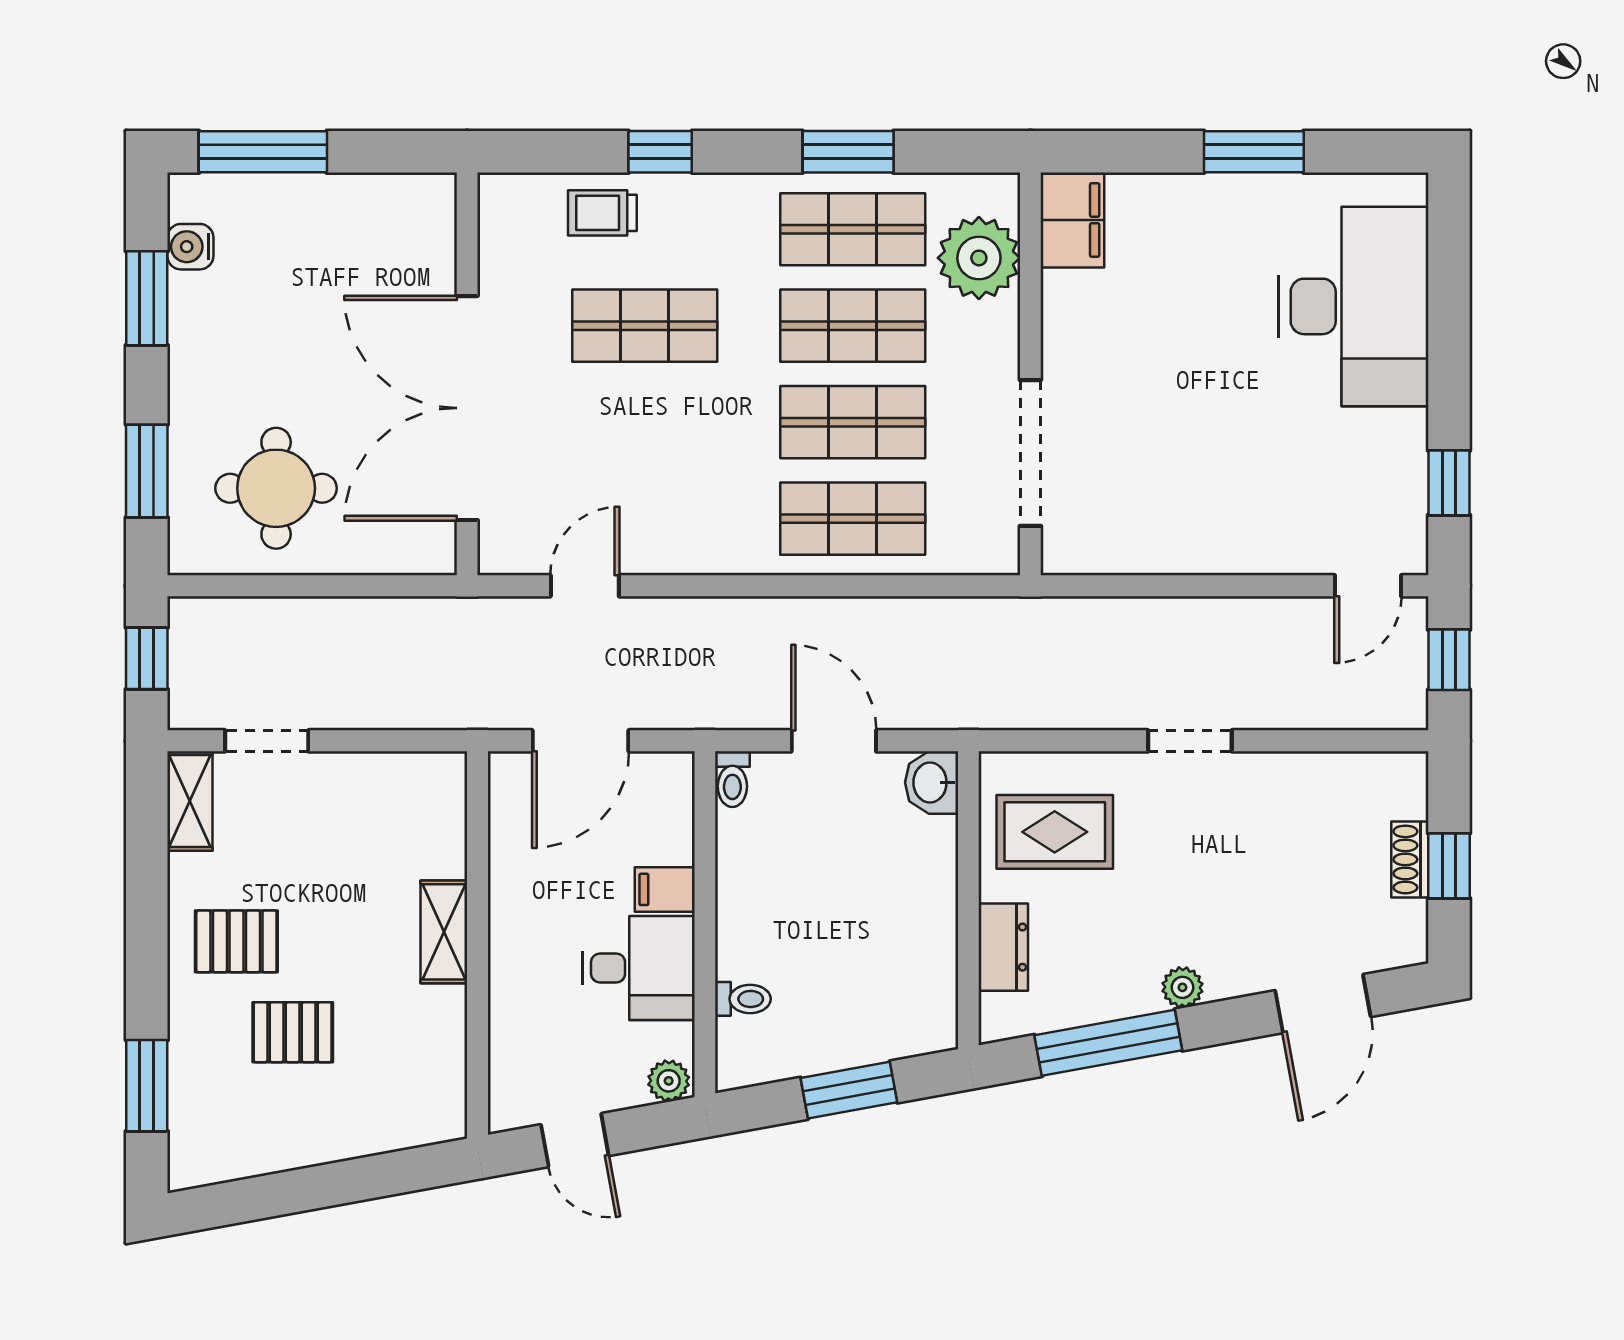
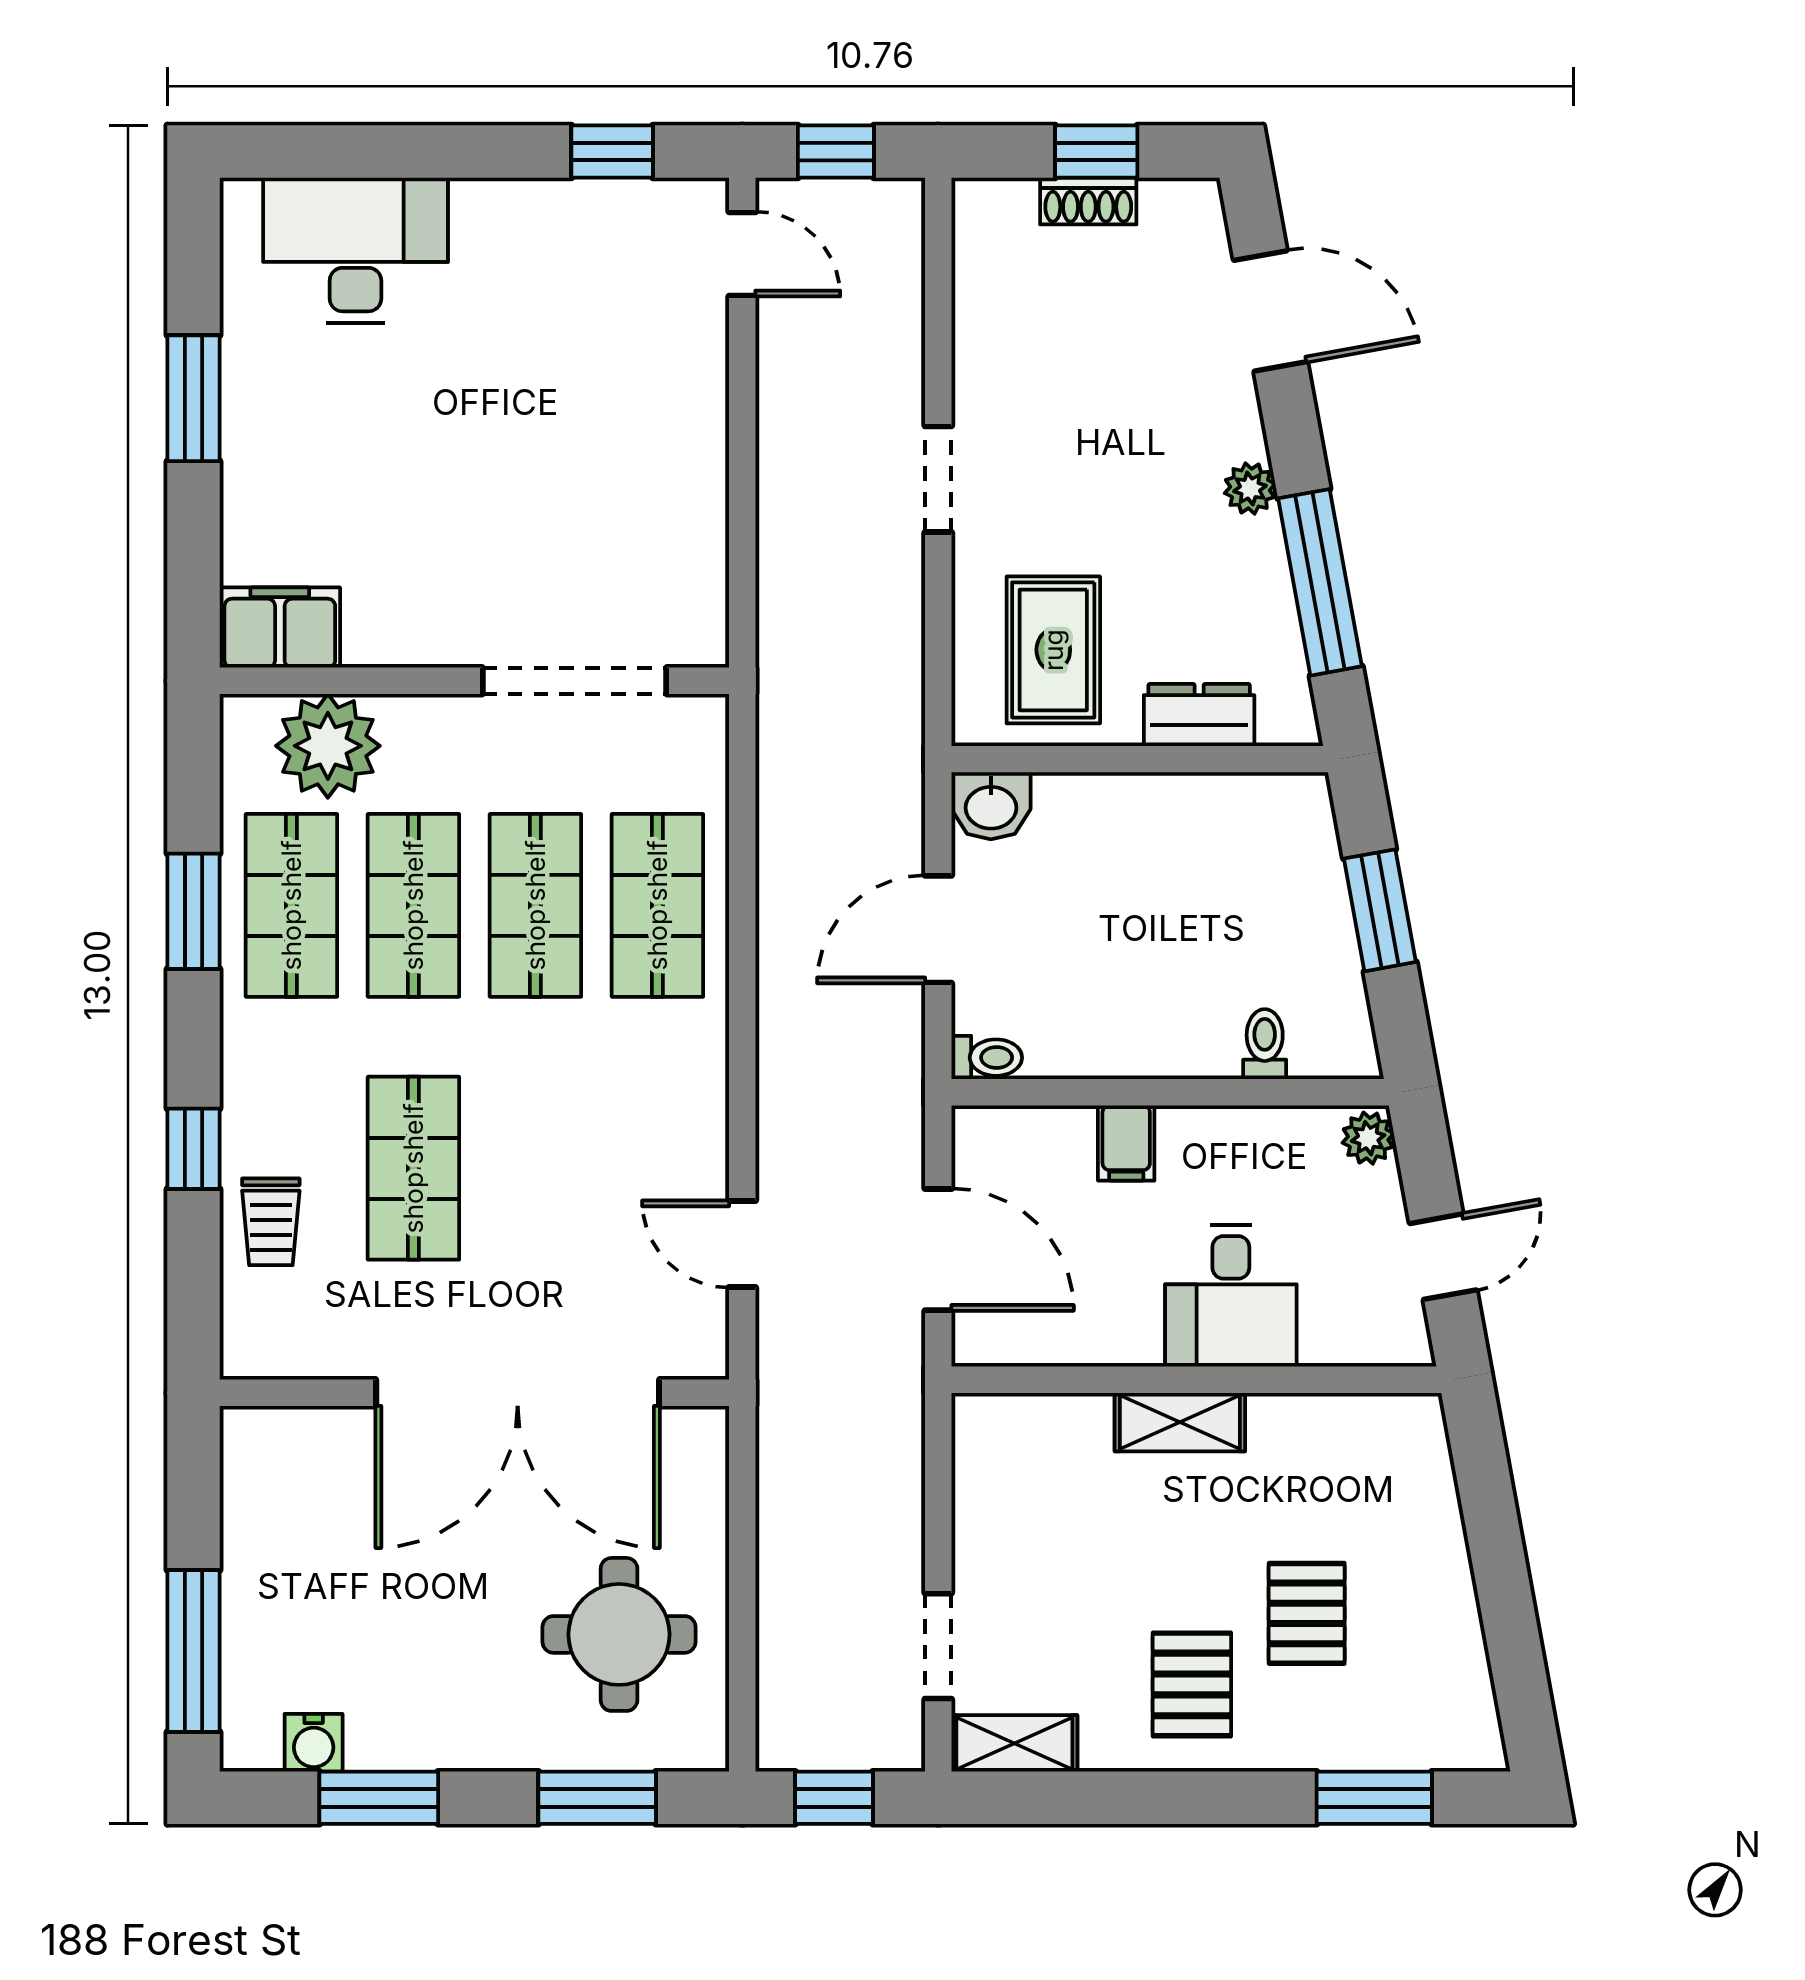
desk: (1354, 306) -> (355, 250), width x0.73, depth x0.77
desk: (638, 968) -> (1231, 1296), moved, turned 180

